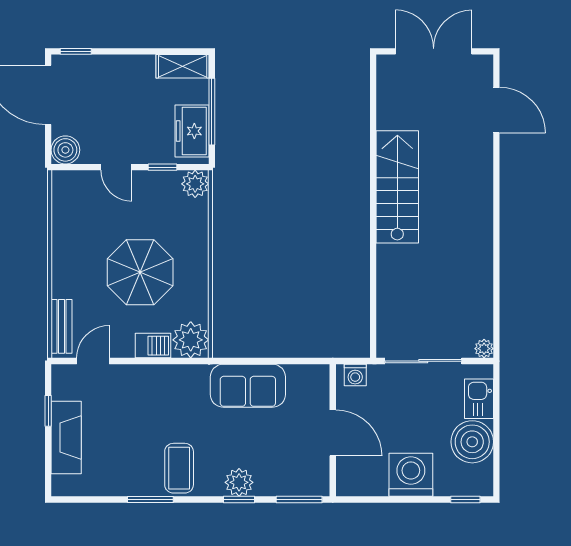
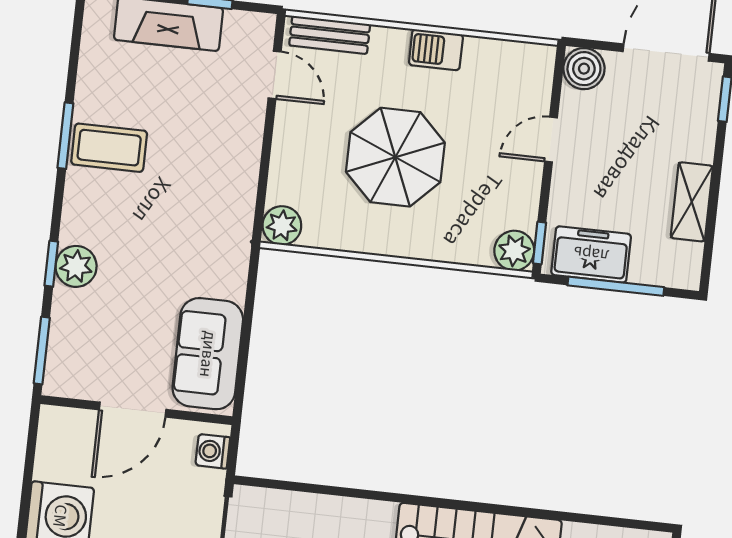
shelving: (183, 66) -> (692, 202), moved
window: (162, 167) -> (540, 243), moved
plant: (191, 340) -> (282, 226), width x0.73, depth x0.73
barbecue: (153, 346) -> (436, 50), moved, turned 90
sofa: (248, 386) -> (208, 354), moved
coffee table: (179, 468) -> (109, 148), moved

